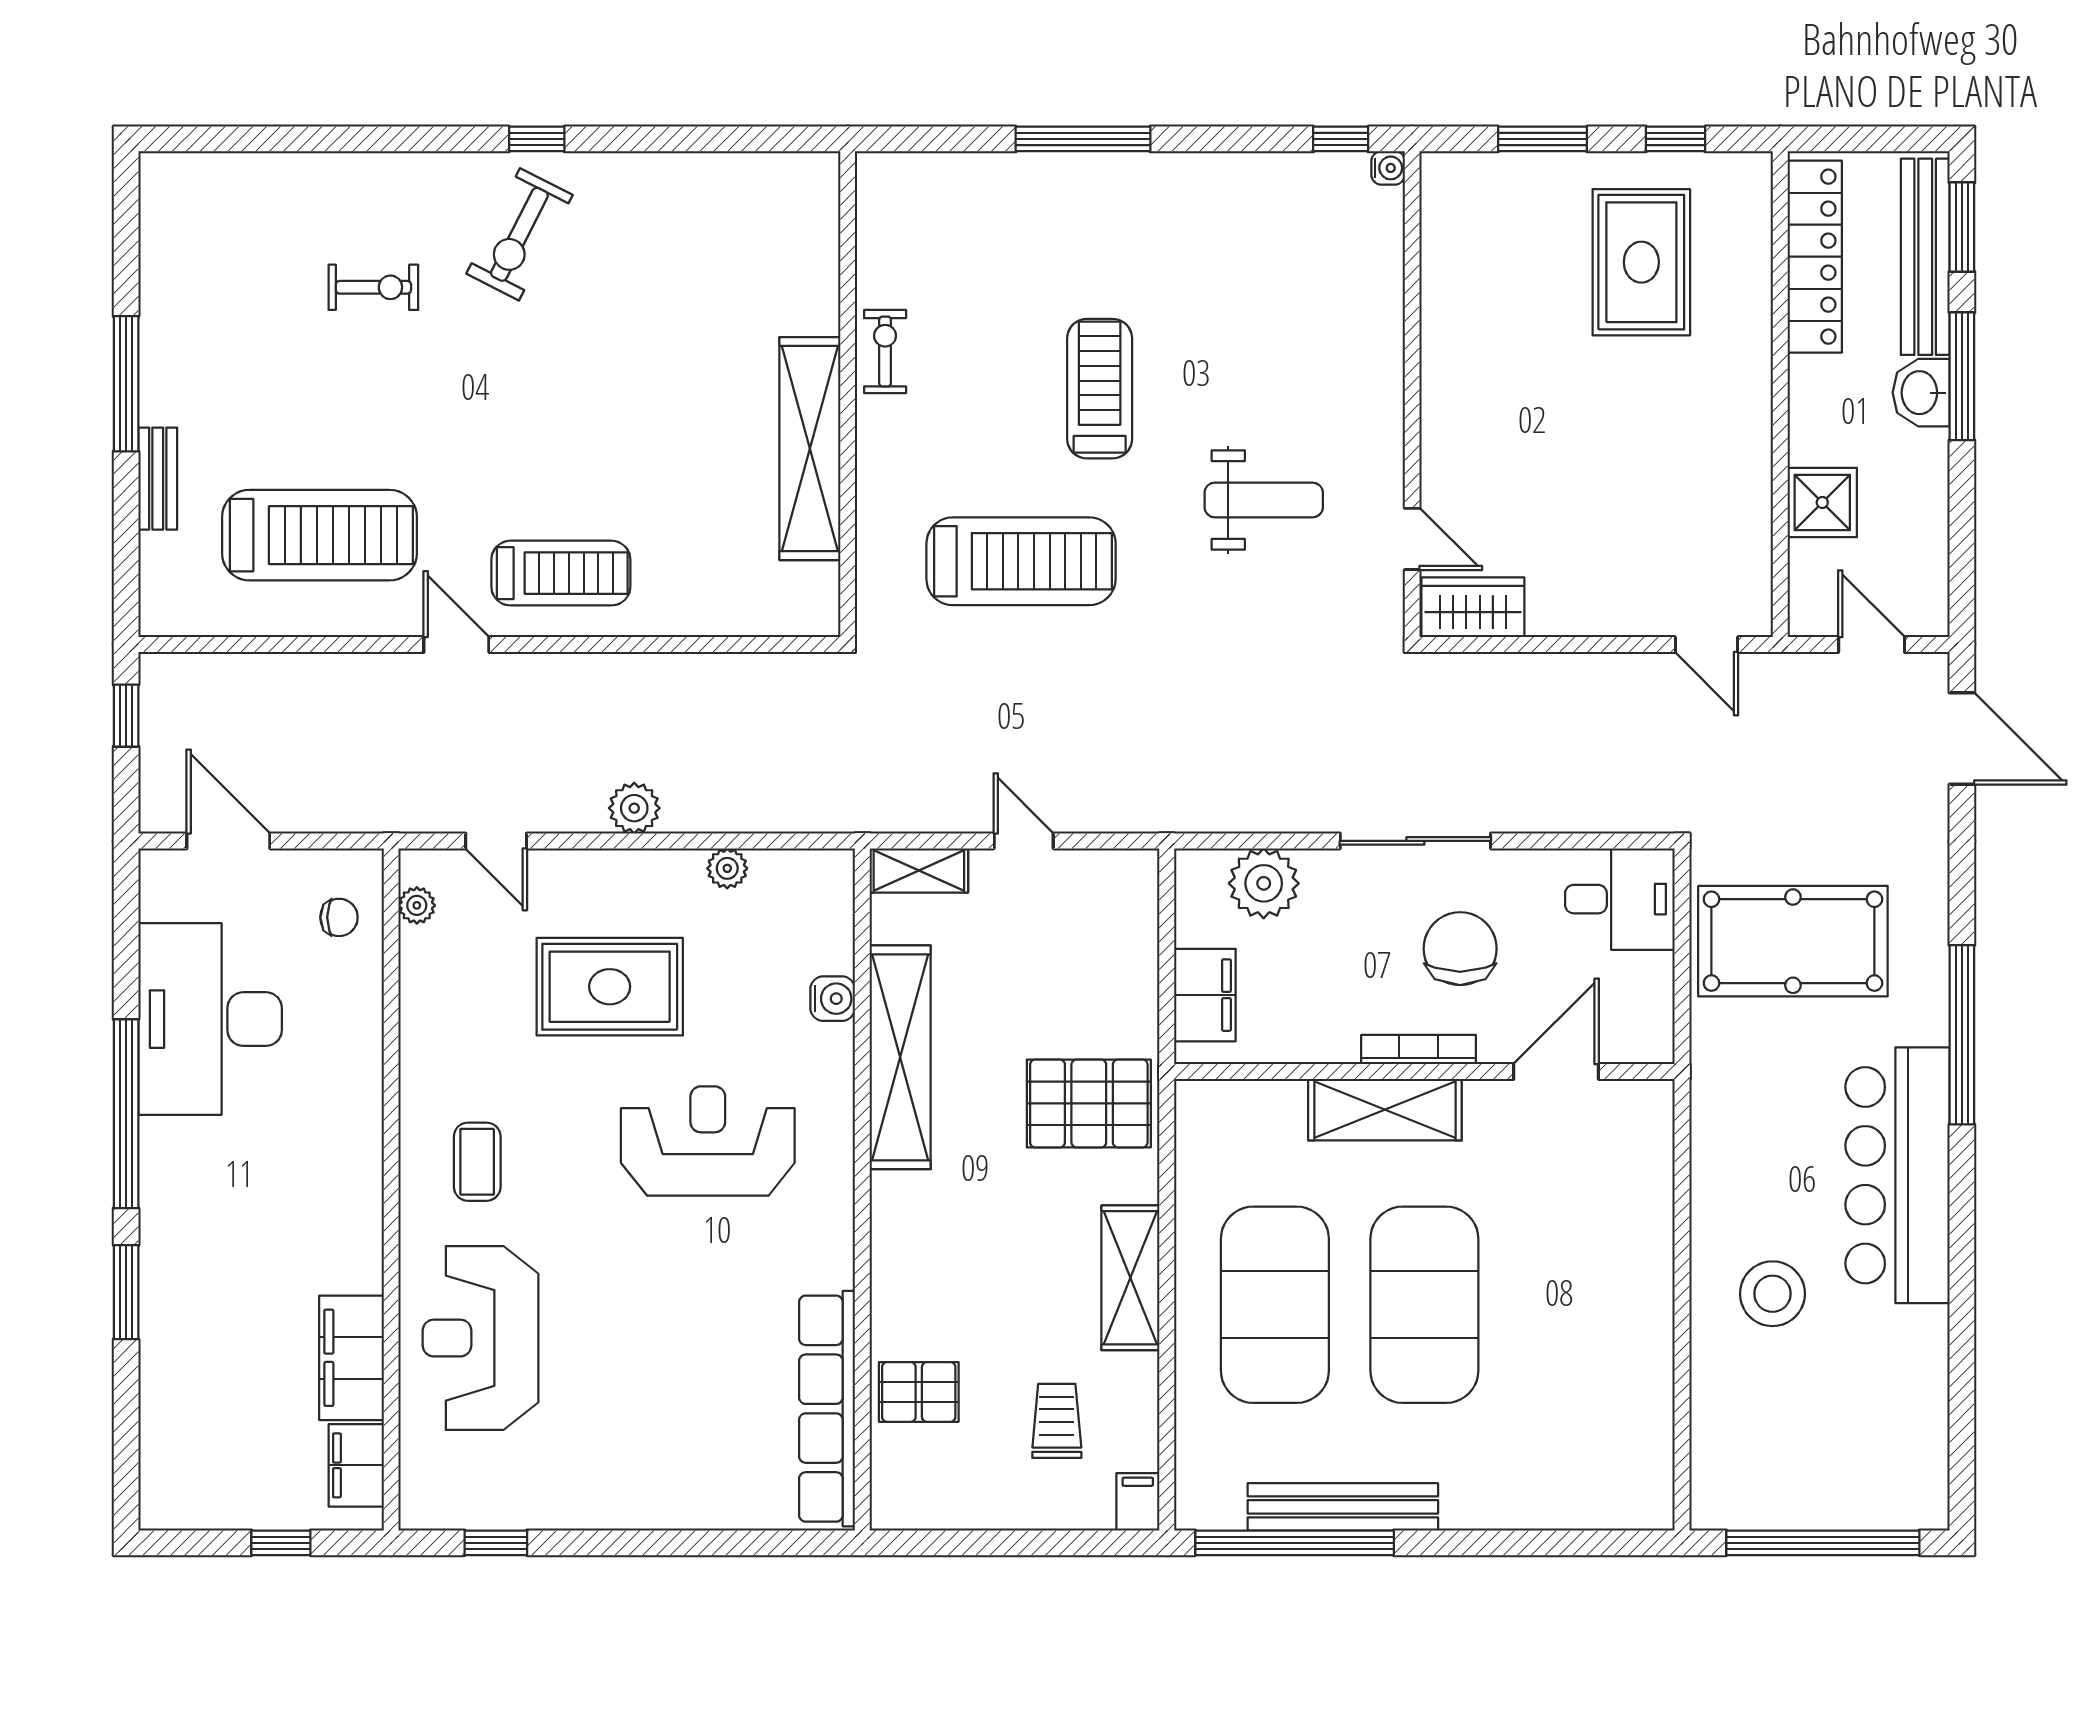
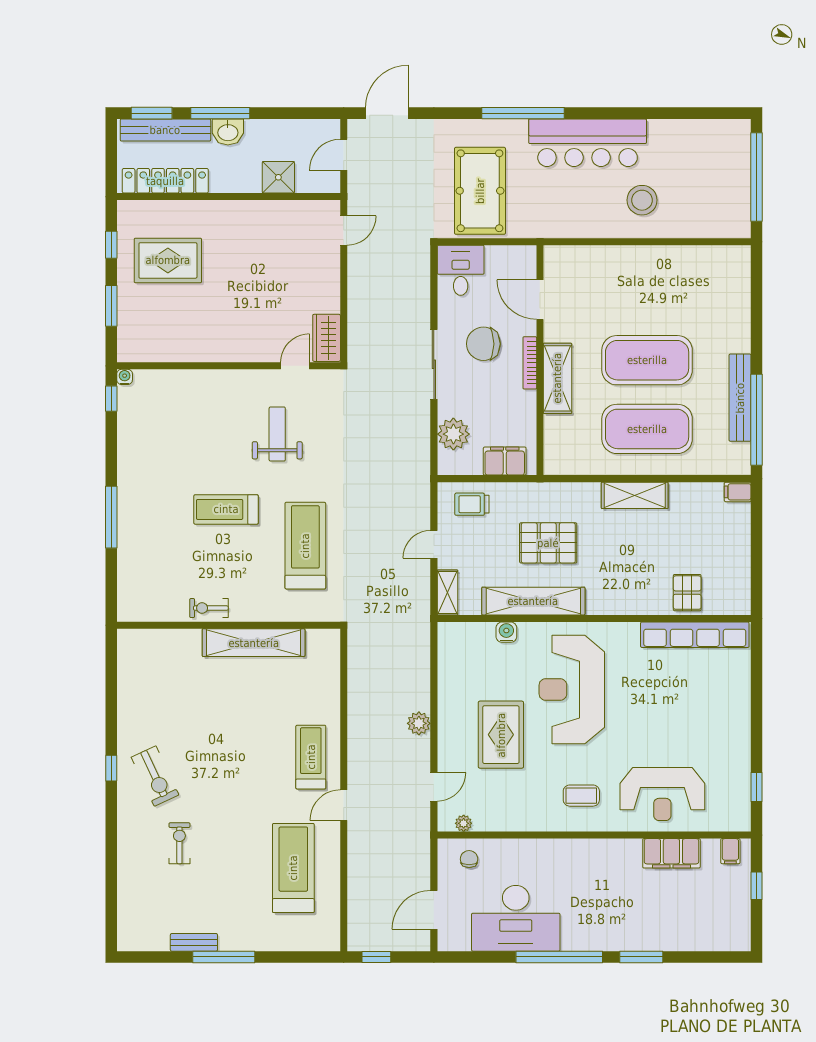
exercise bike: (519, 234) -> (155, 776), turned 38
bench: (158, 479) -> (194, 942), moved
plant: (727, 868) -> (446, 681), removed
pallet: (1089, 1103) -> (548, 543), moved, turned 90
reception desk: (708, 1141) -> (572, 690), width x1.36, depth x1.30
trolley: (1057, 1421) -> (472, 504), moved
filing cabinet: (356, 1465) -> (730, 851), width x0.50

